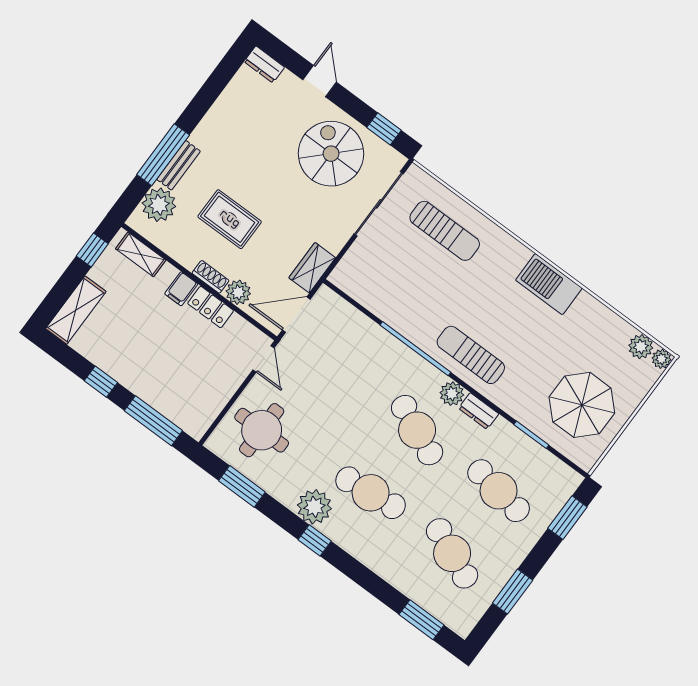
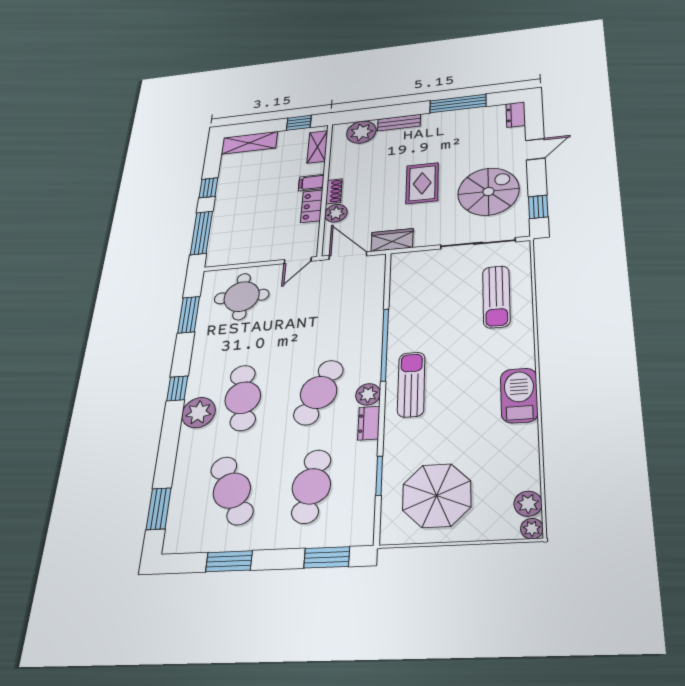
window: (163, 155) -> (458, 104), moved
rug: (230, 219) -> (422, 183), moved
plant: (314, 507) -> (199, 413), moved
cafe table: (452, 553) -> (232, 490), turned -48

